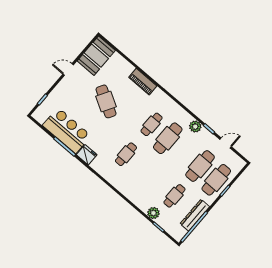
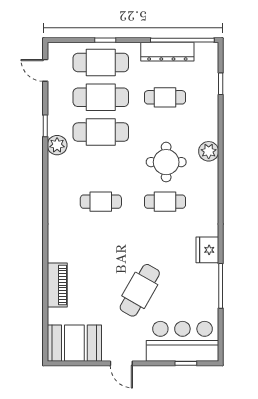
piano: (143, 82) -> (57, 285), moved
cafe table: (106, 101) -> (140, 290), moved
bar counter: (67, 131) -> (182, 341), moved, turned 90
cafe table: (168, 138) -> (101, 132), moved
door: (226, 143) -> (45, 70), moved
round table: (144, 171) -> (166, 162), added
plant: (153, 213) -> (209, 151), moved

